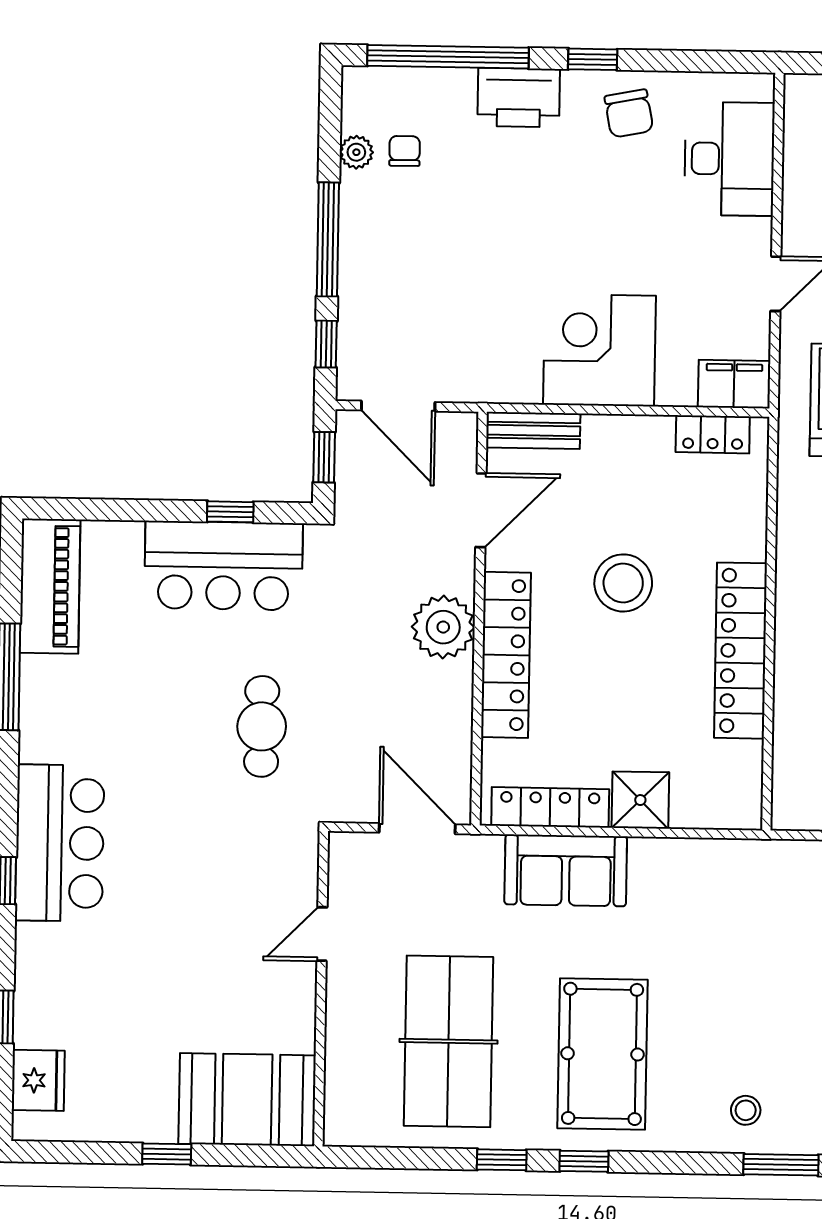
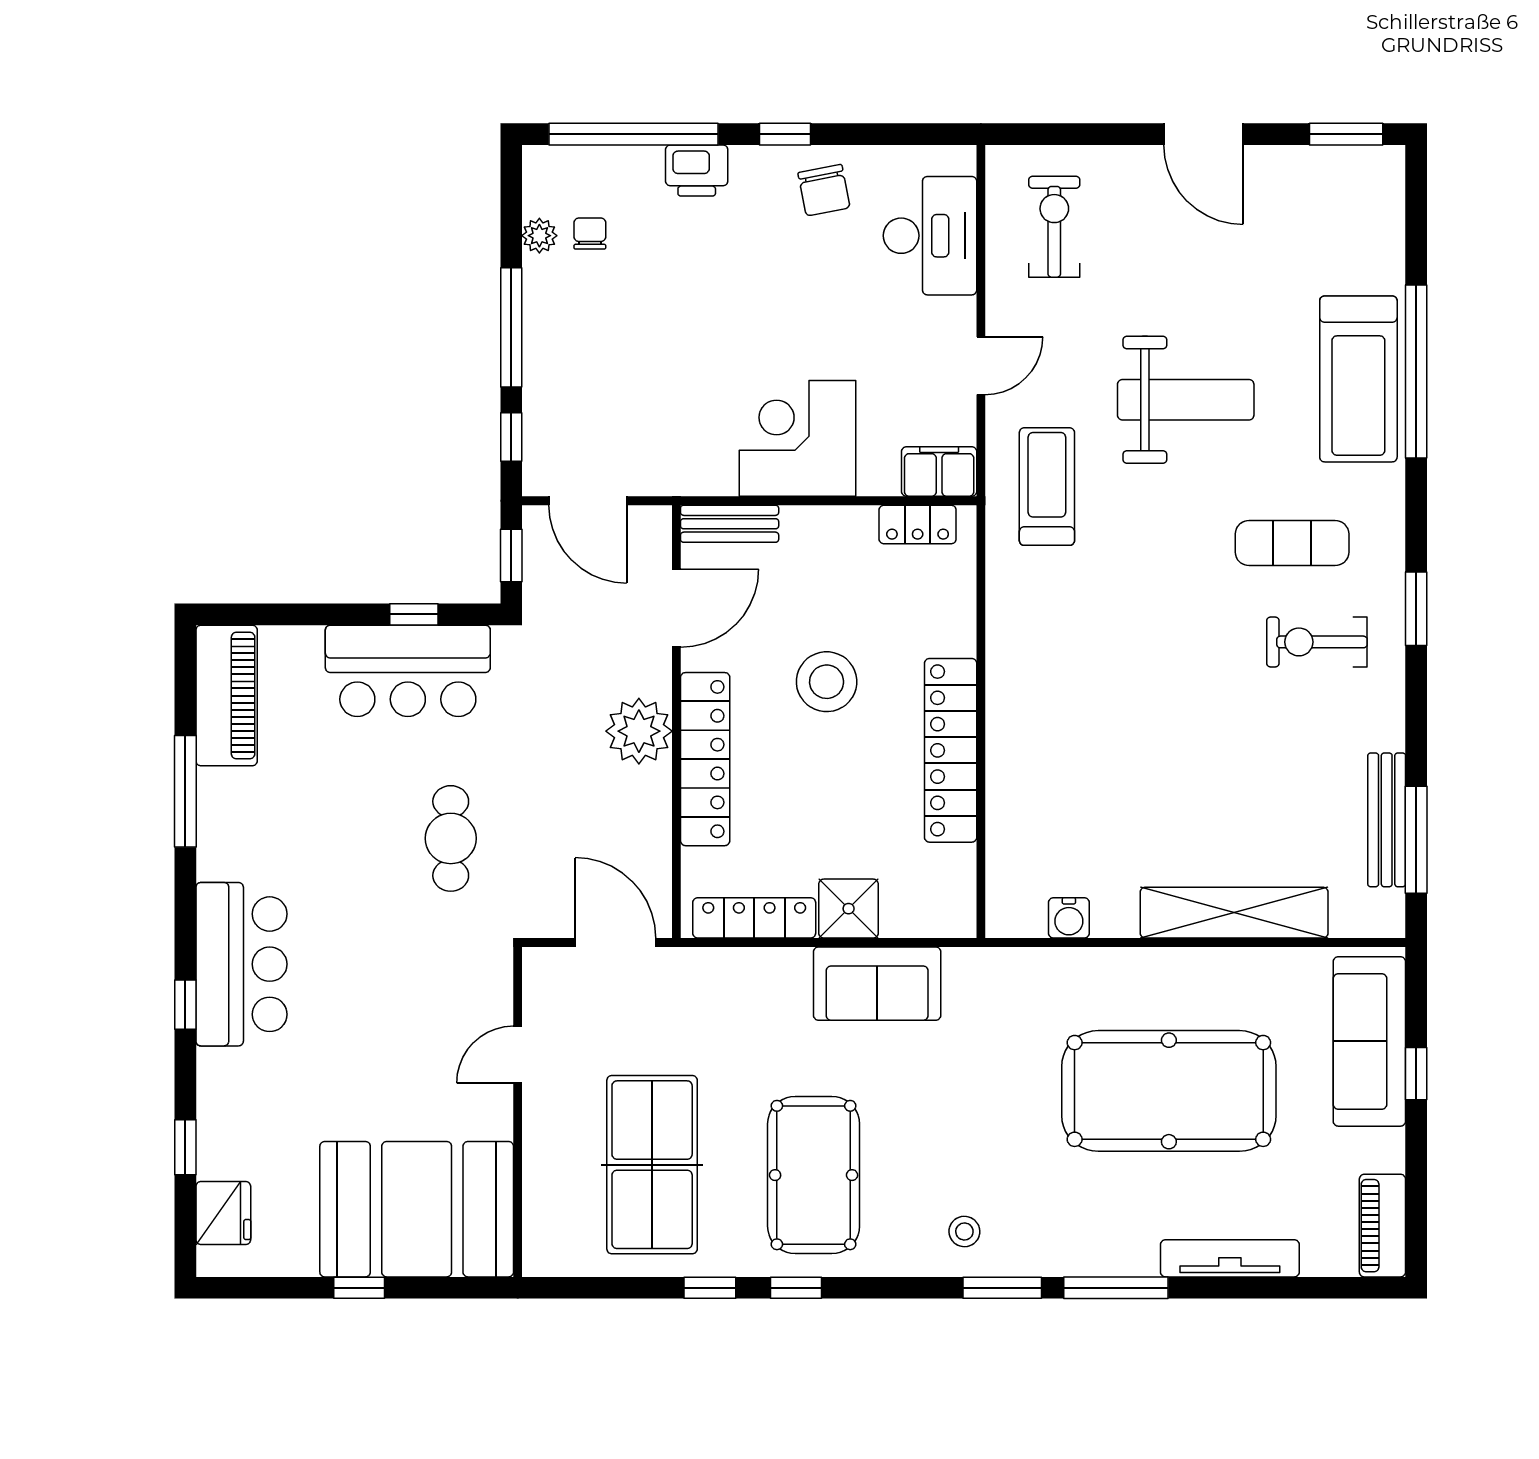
printer: (519, 98) -> (697, 170), width x0.73, depth x0.84
sofa: (566, 870) -> (877, 984), moved
booth: (247, 1100) -> (417, 1209), width x1.36, depth x1.42

